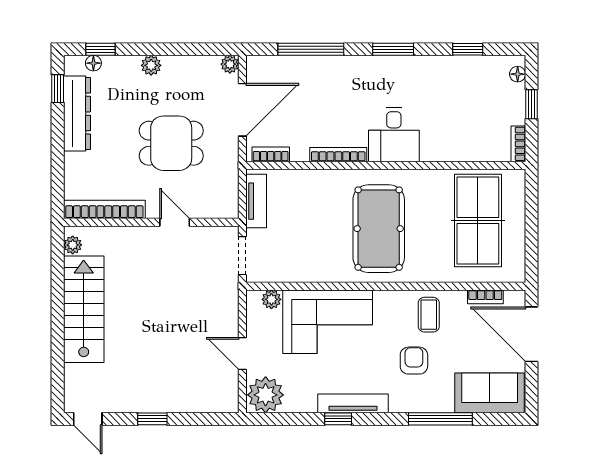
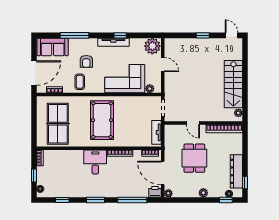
printer: (260, 68) -> (155, 192), added
door: (242, 110) -> (163, 173), hinge flipped
dining table: (171, 143) -> (194, 158), turned 90
door: (531, 334) -> (34, 73), hinge flipped

